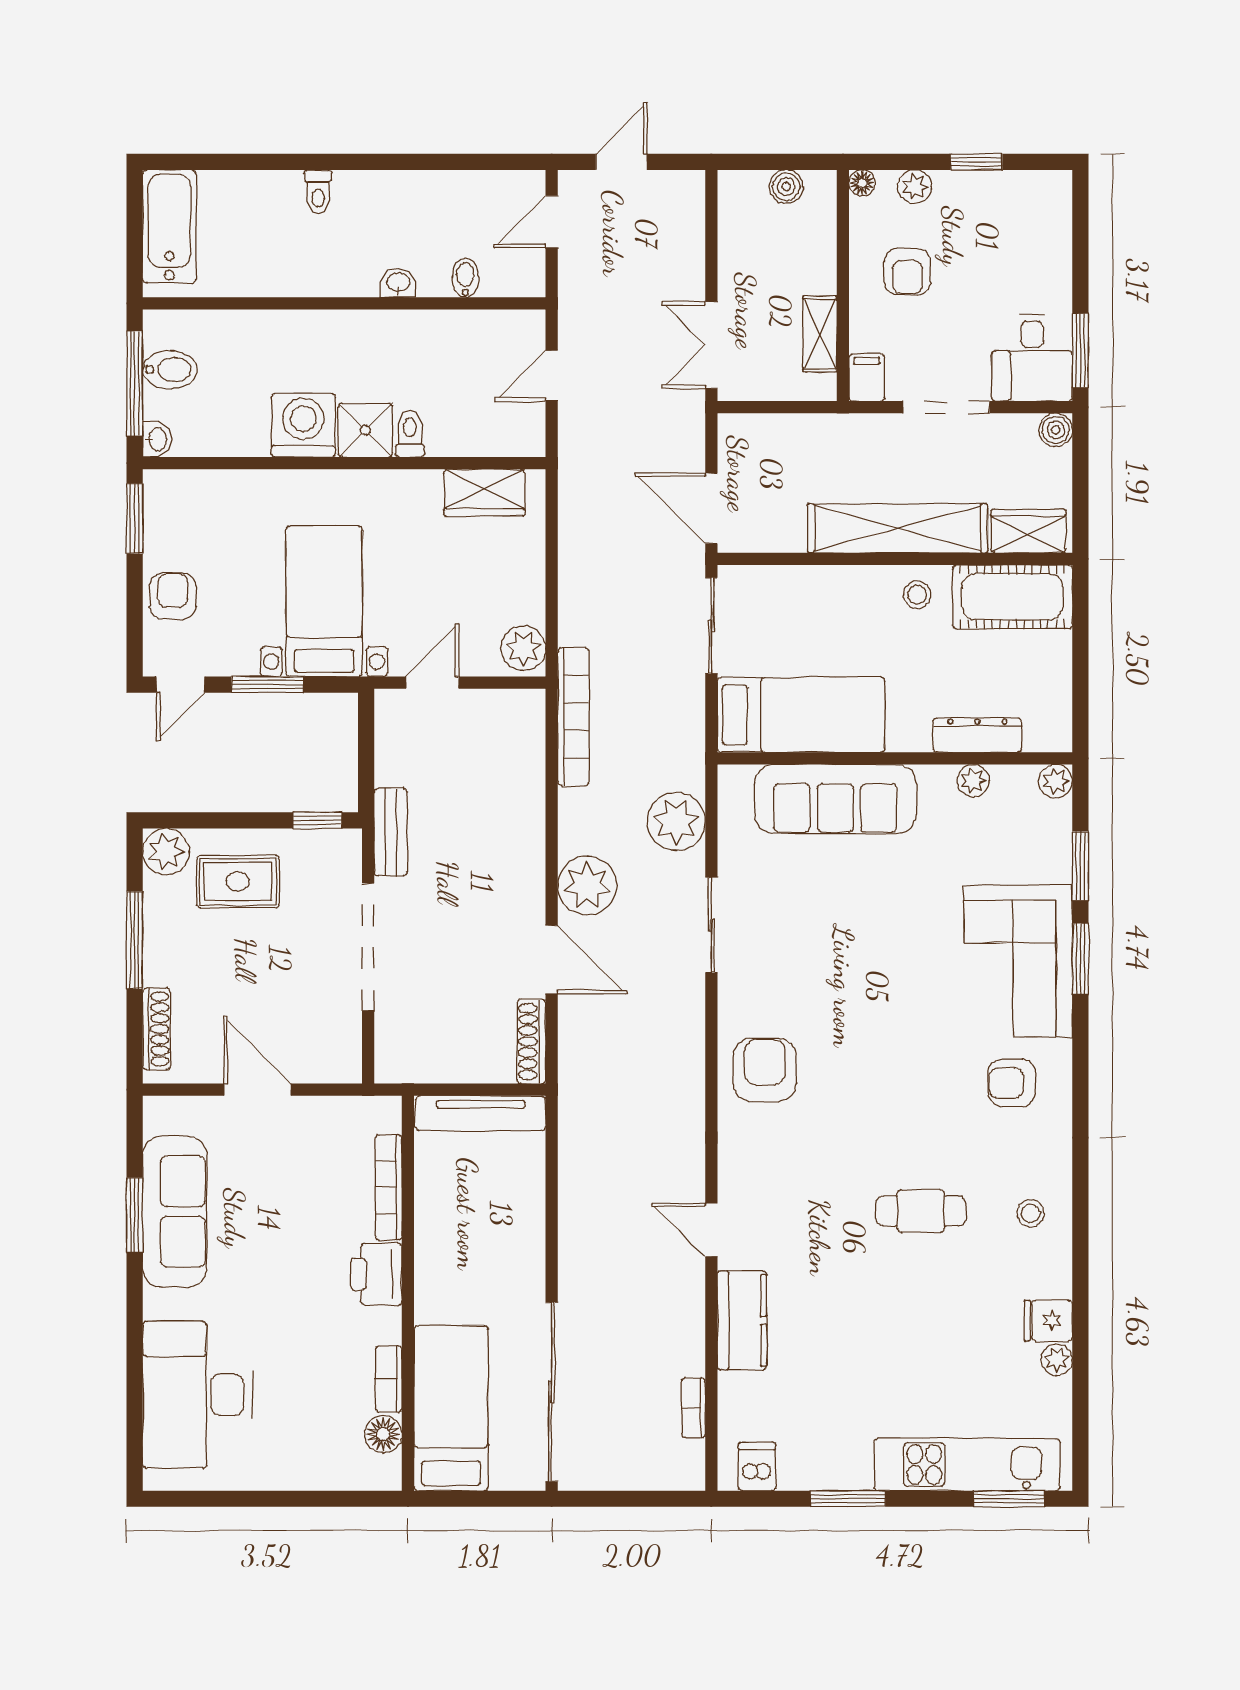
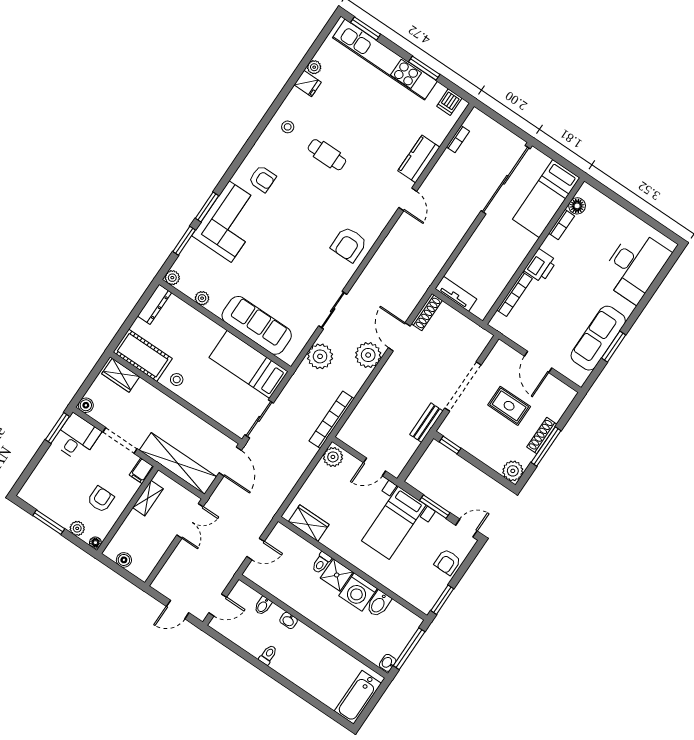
window: (977, 162) -> (49, 522), width x1.50
toilet: (318, 192) -> (268, 655), moved
bidet: (170, 370) -> (379, 604), moved, turned -90
washbasin: (157, 439) -> (388, 663), moved
shelving: (898, 528) -> (178, 463), moved
dresser: (977, 735) -> (154, 304), moved, turned -90
rug: (238, 881) -> (509, 406), moved
shoe rack: (156, 1029) -> (542, 436), moved
tv unit: (481, 1113) -> (456, 294), width x0.71
kitchen unit: (967, 1465) -> (385, 60), width x1.36

